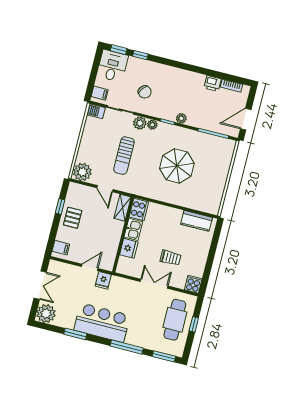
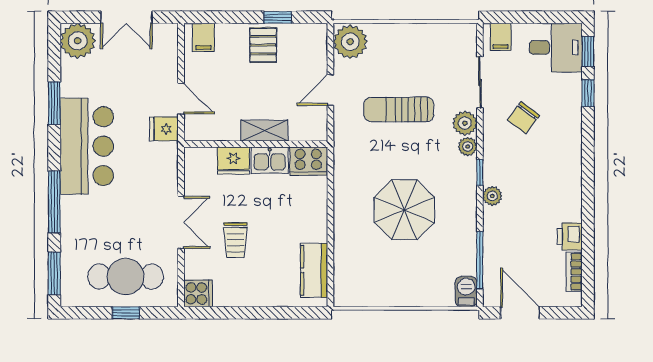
barbecue: (96, 111) -> (466, 292), moved
shelving: (123, 208) -> (264, 131), moved
pallet: (73, 218) -> (263, 45), turned 90

